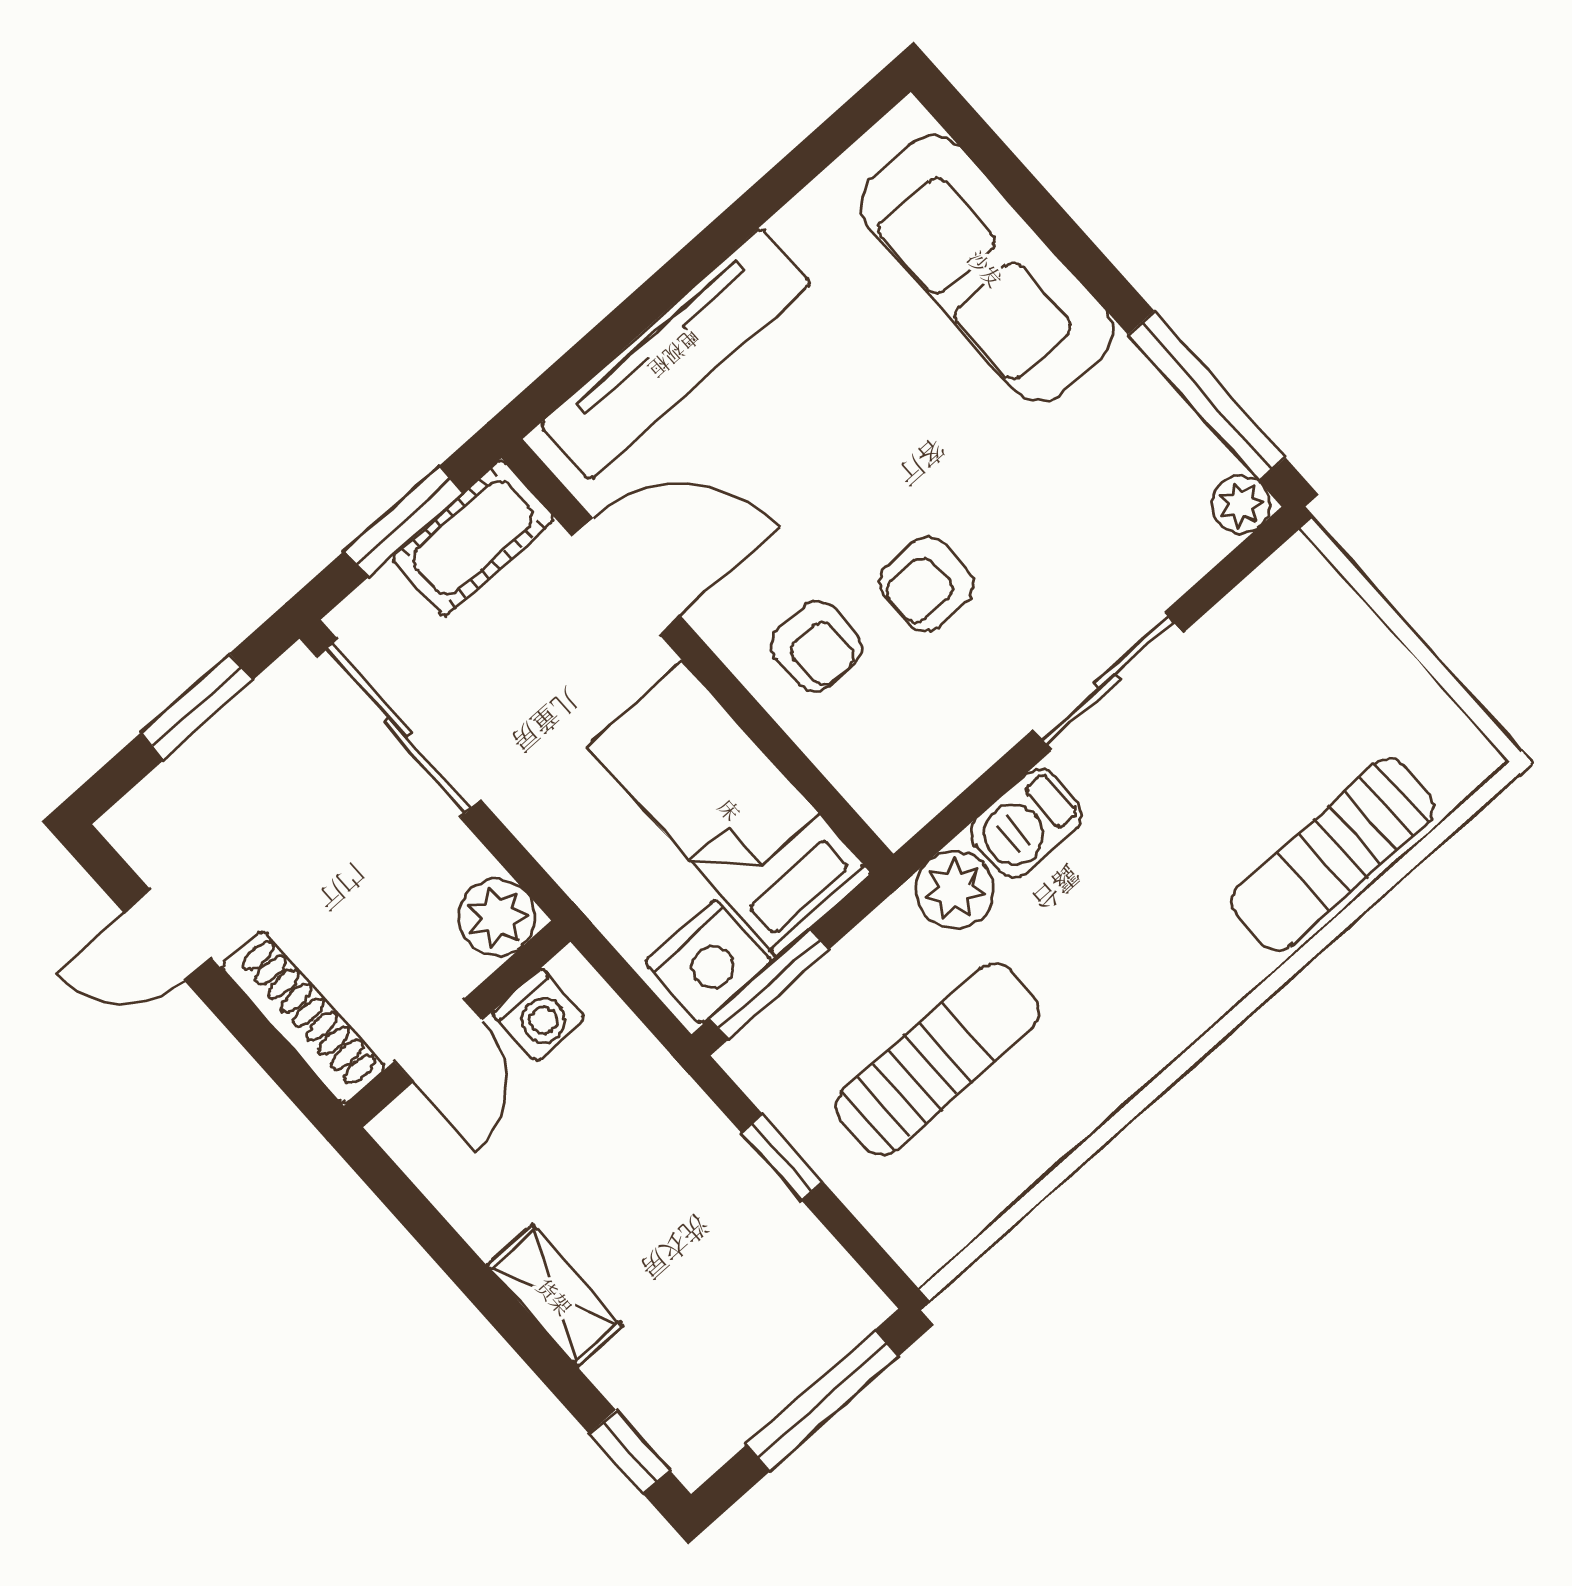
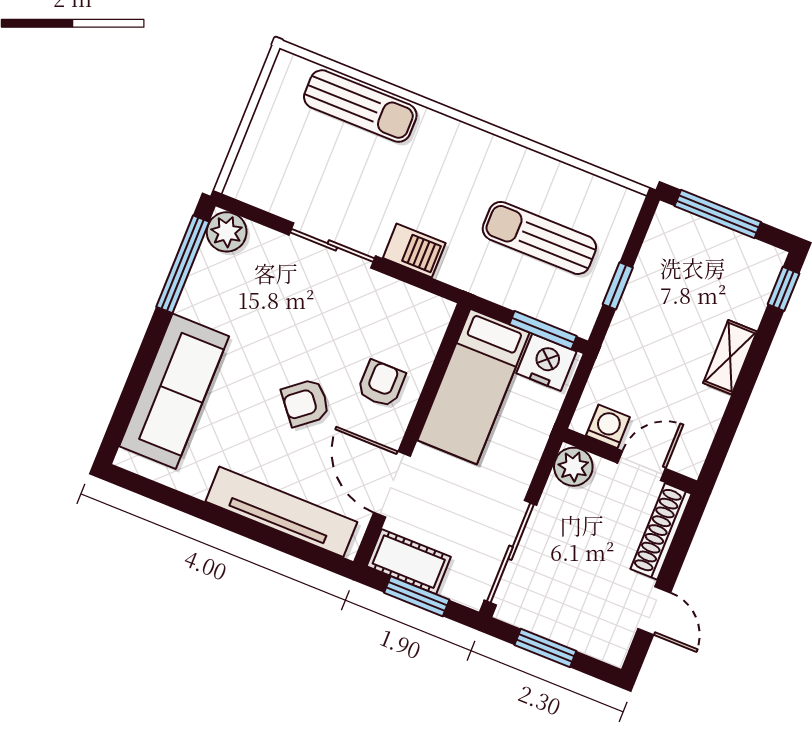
plant: (1241, 504) -> (227, 232), width x1.38, depth x1.38
armchair: (926, 584) -> (305, 403), moved, turned 141
plant: (955, 889) -> (459, 268), removed

